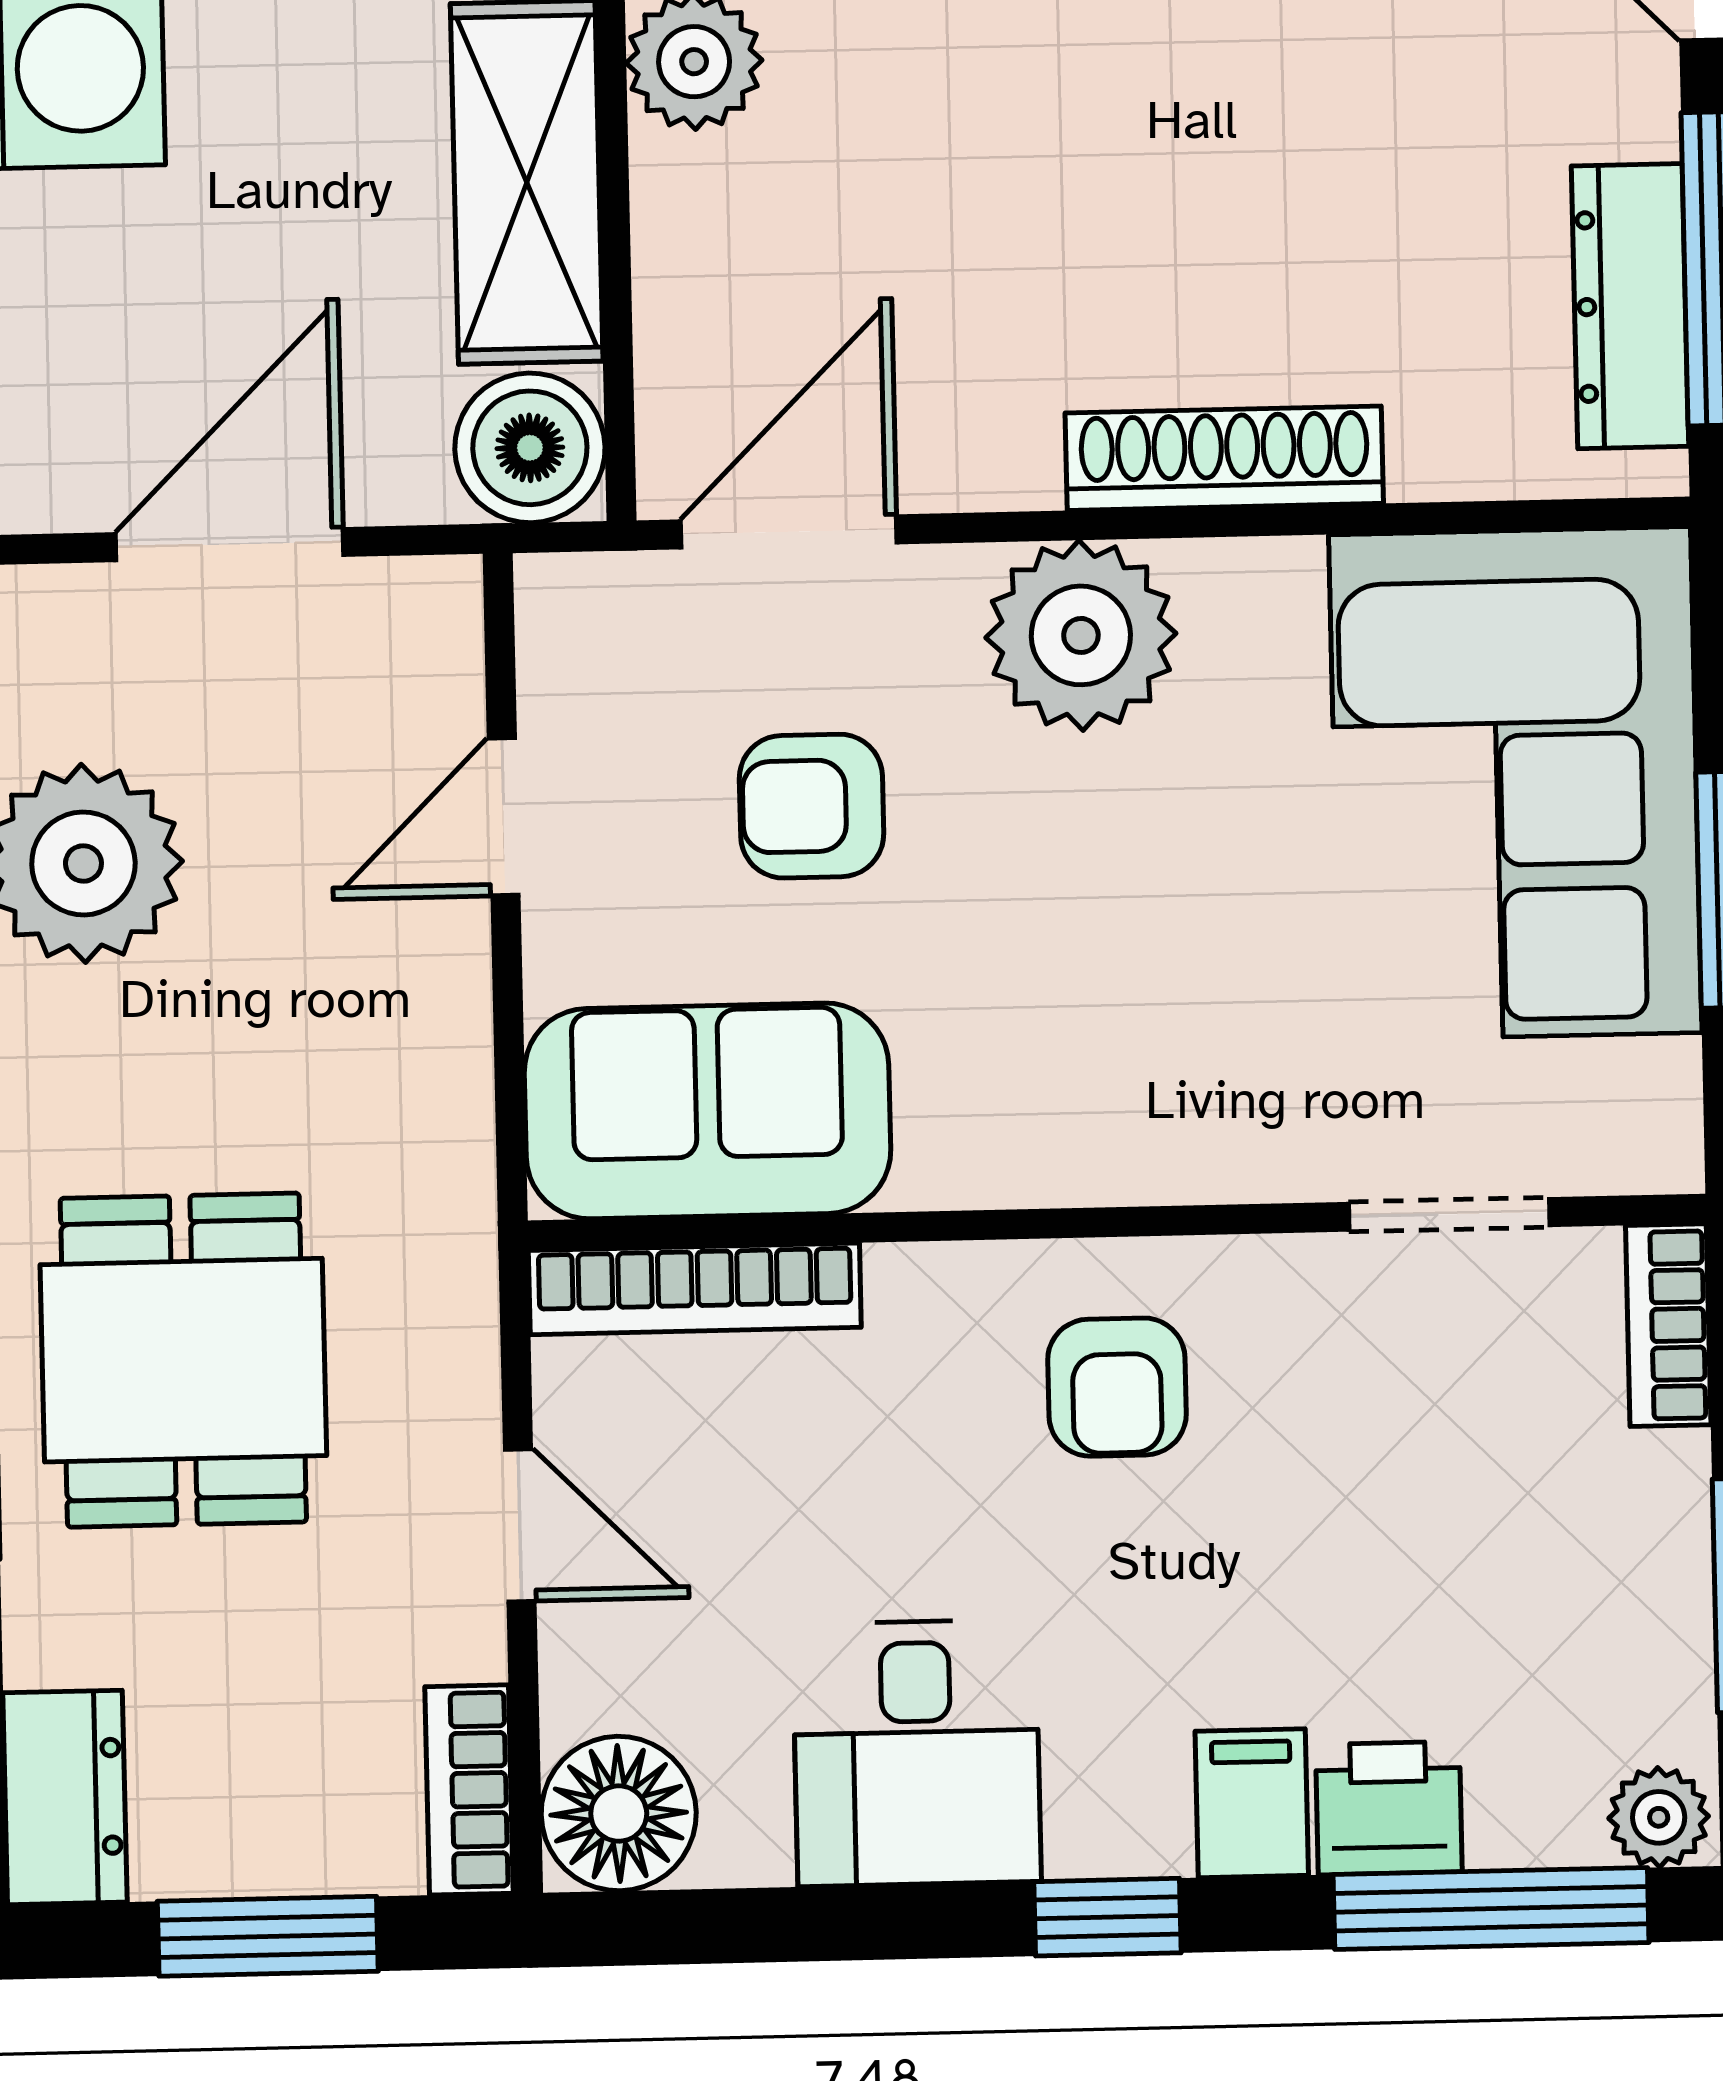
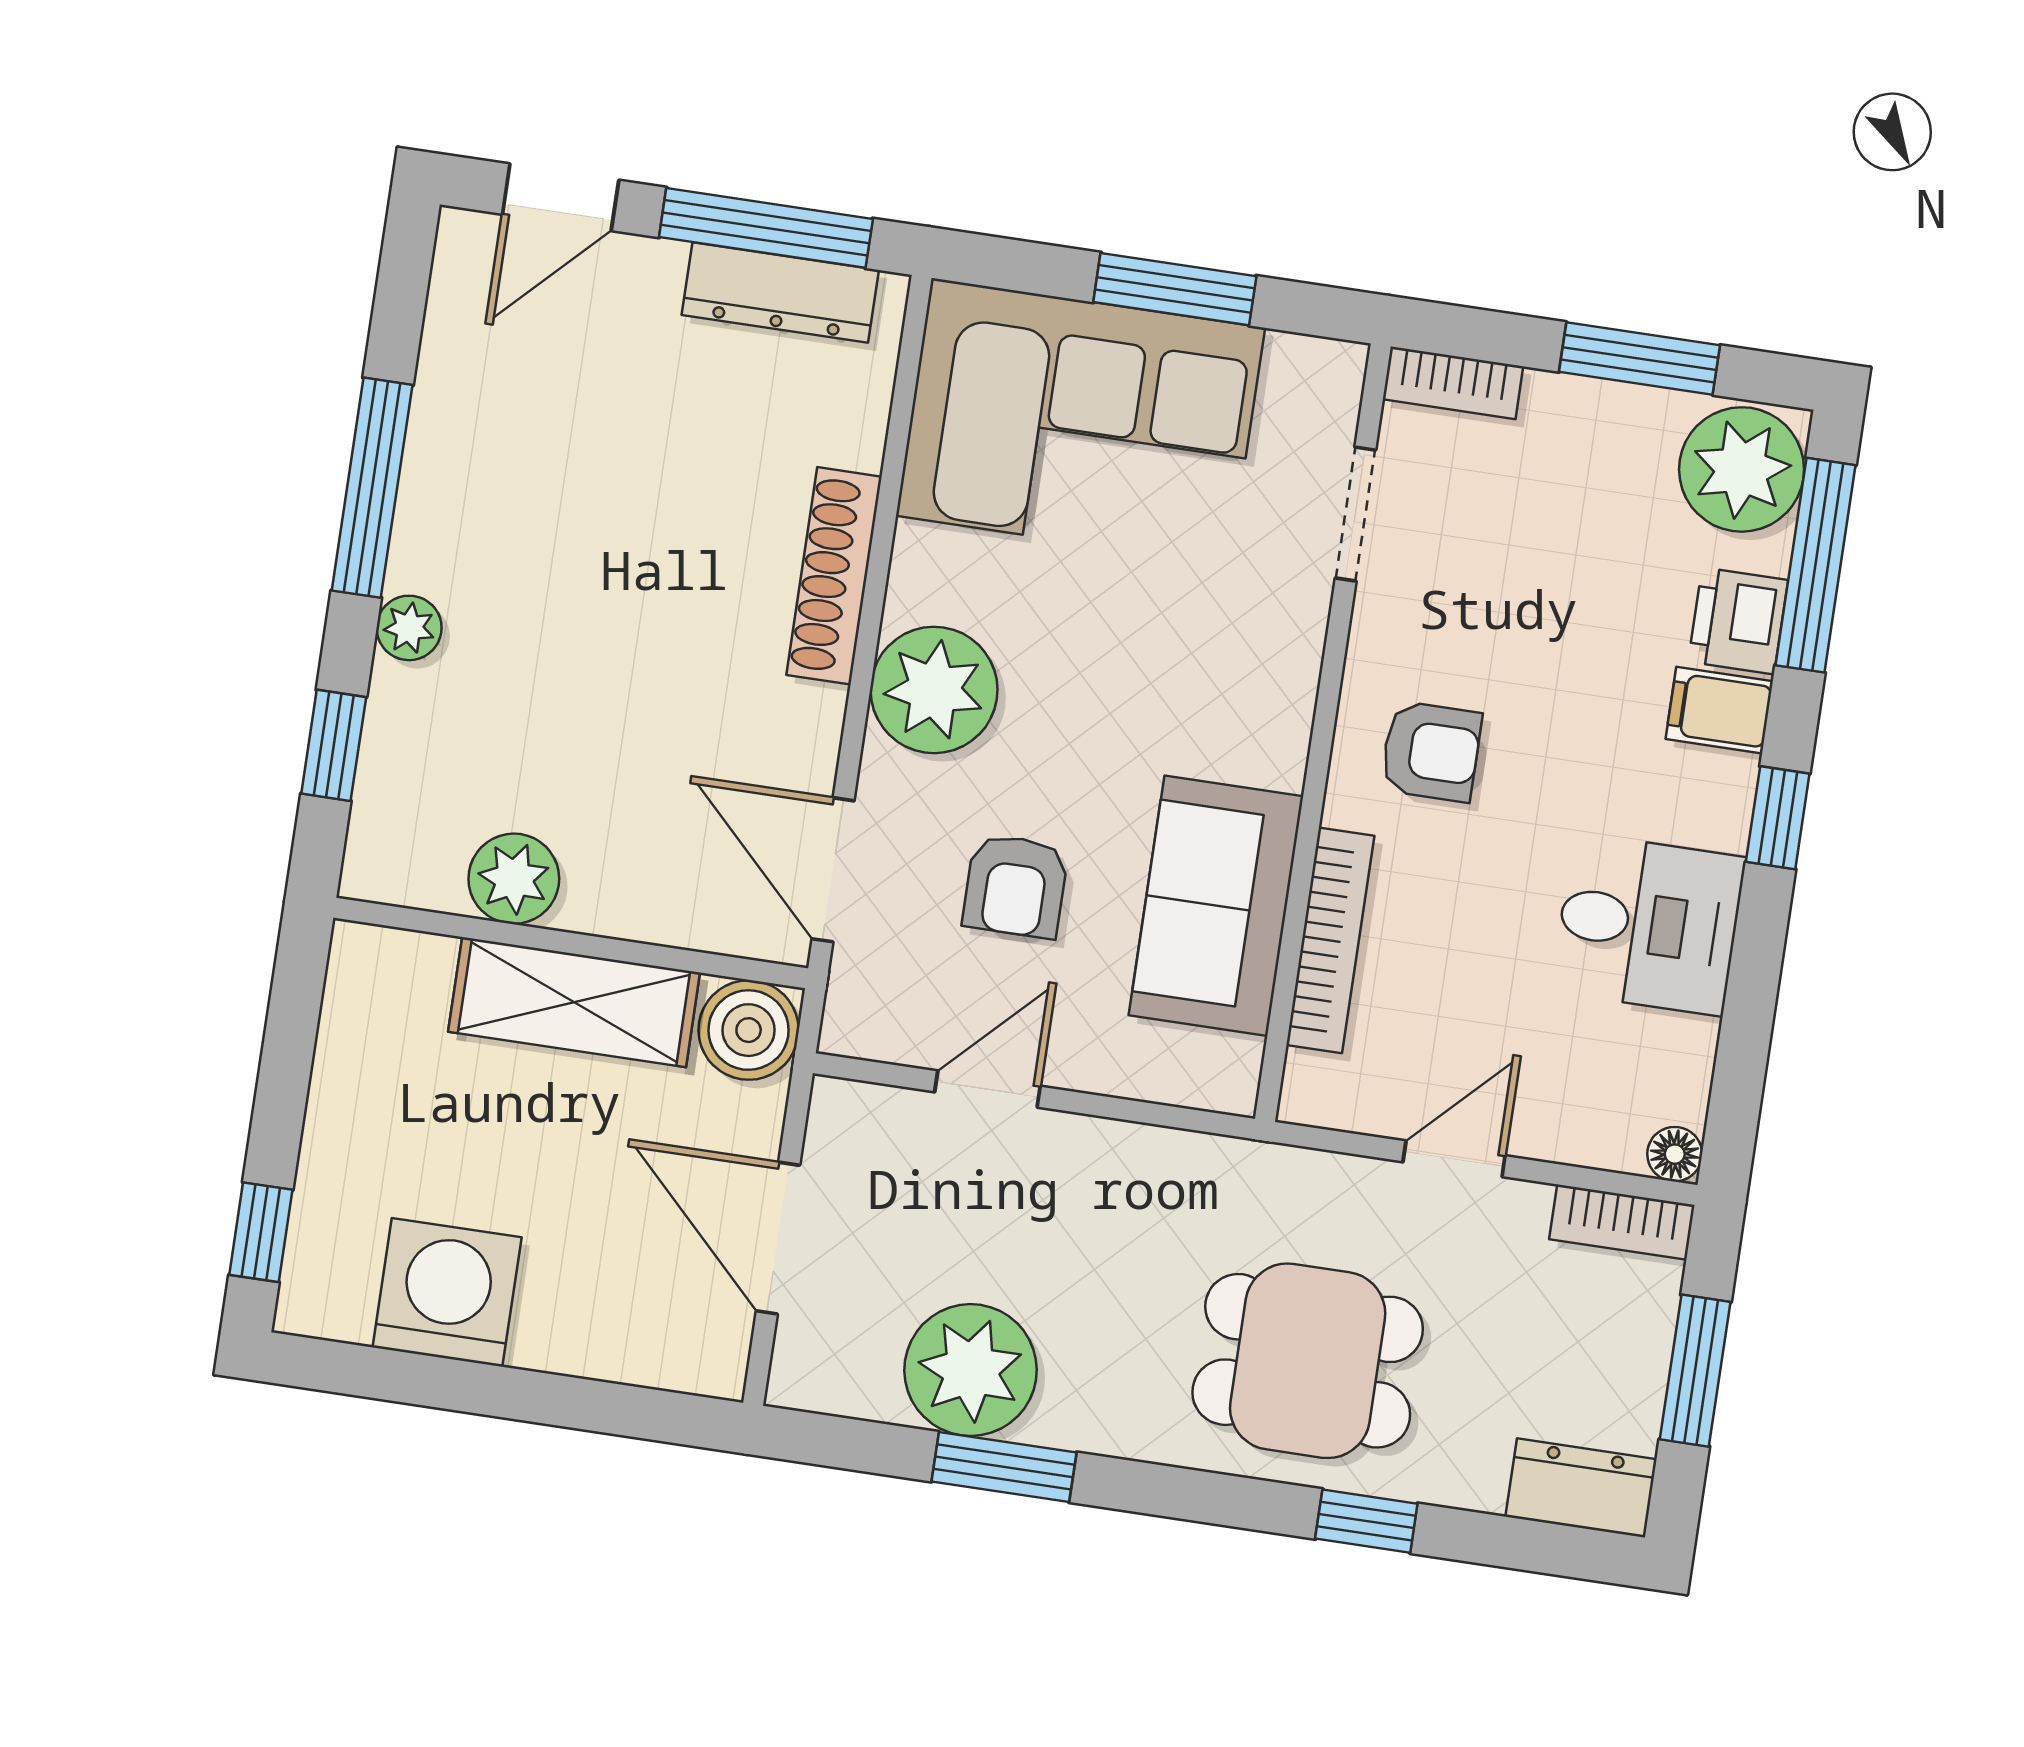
door: (504, 817) -> (988, 1089), swing flipped
sofa: (708, 1111) -> (1216, 906), moved
bookcase: (695, 1289) -> (1330, 940), moved
floor lamp: (619, 1814) -> (1675, 1154), width x0.53, depth x0.53
plant: (1659, 1817) -> (1742, 469), width x1.88, depth x1.88

